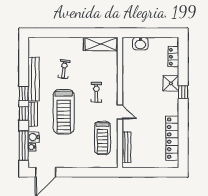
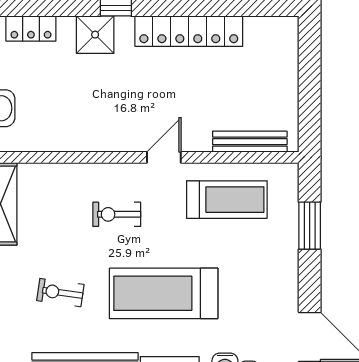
treadmill: (64, 112) -> (164, 293), turned 180
locker: (172, 138) -> (189, 31), moved
window: (92, 172) -> (310, 226), added

